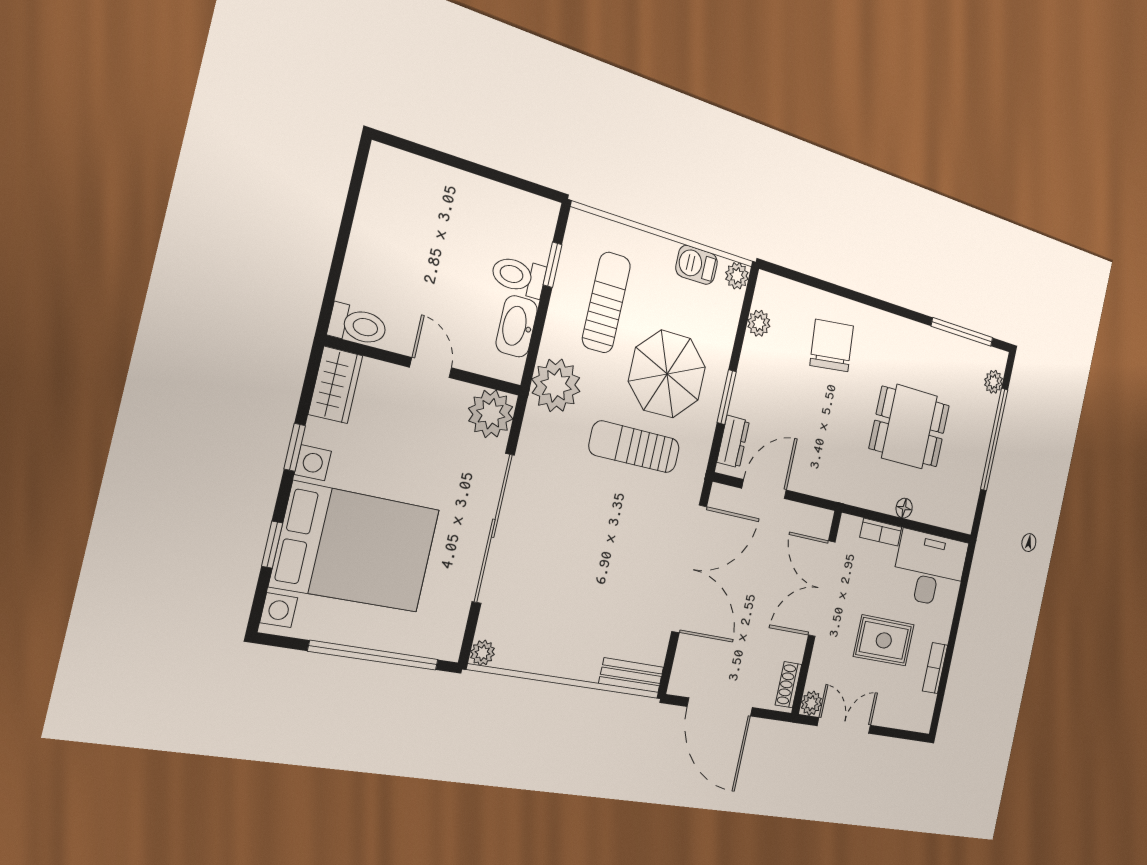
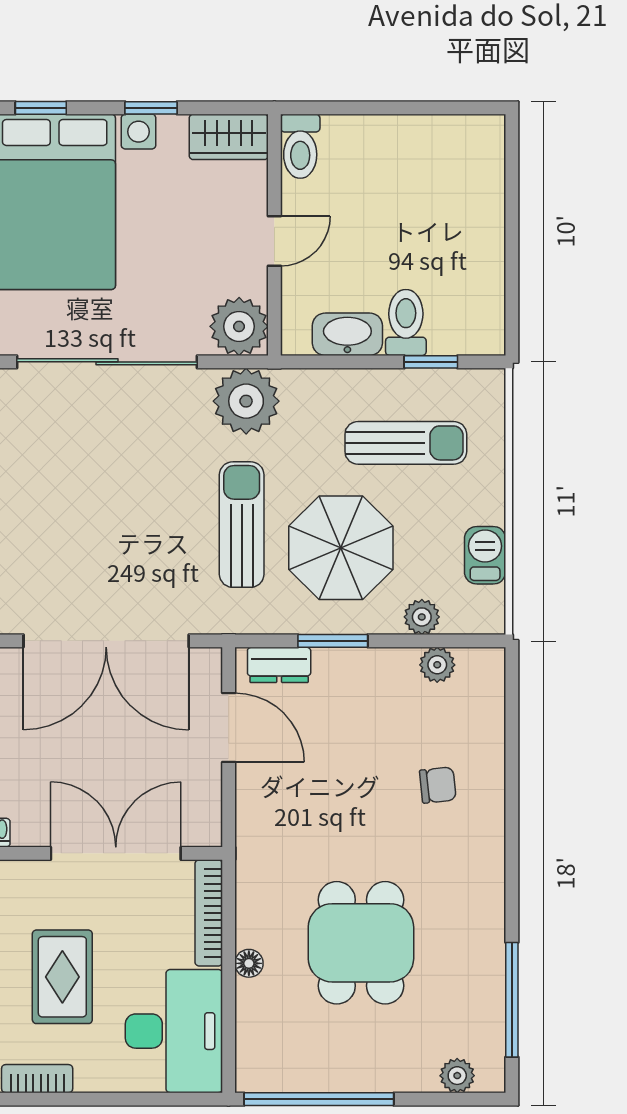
plant: (737, 276) -> (422, 617), moved
chair: (832, 345) -> (438, 785), width x0.54, depth x0.54
plant: (556, 385) -> (246, 401), moved
window: (994, 439) -> (319, 1099), moved
bookcase: (881, 532) -> (209, 913), width x1.56

